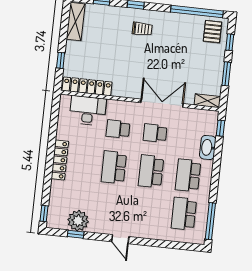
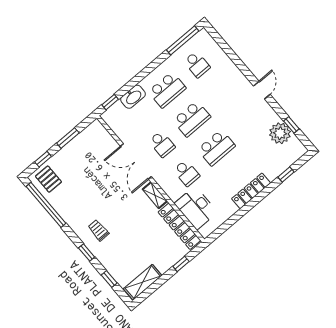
pallet: (212, 32) -> (48, 179), turned 90
shelving: (207, 101) -> (155, 195), moved
window: (44, 213) -> (286, 174), moved
school desk: (184, 214) -> (197, 64), width x0.54

